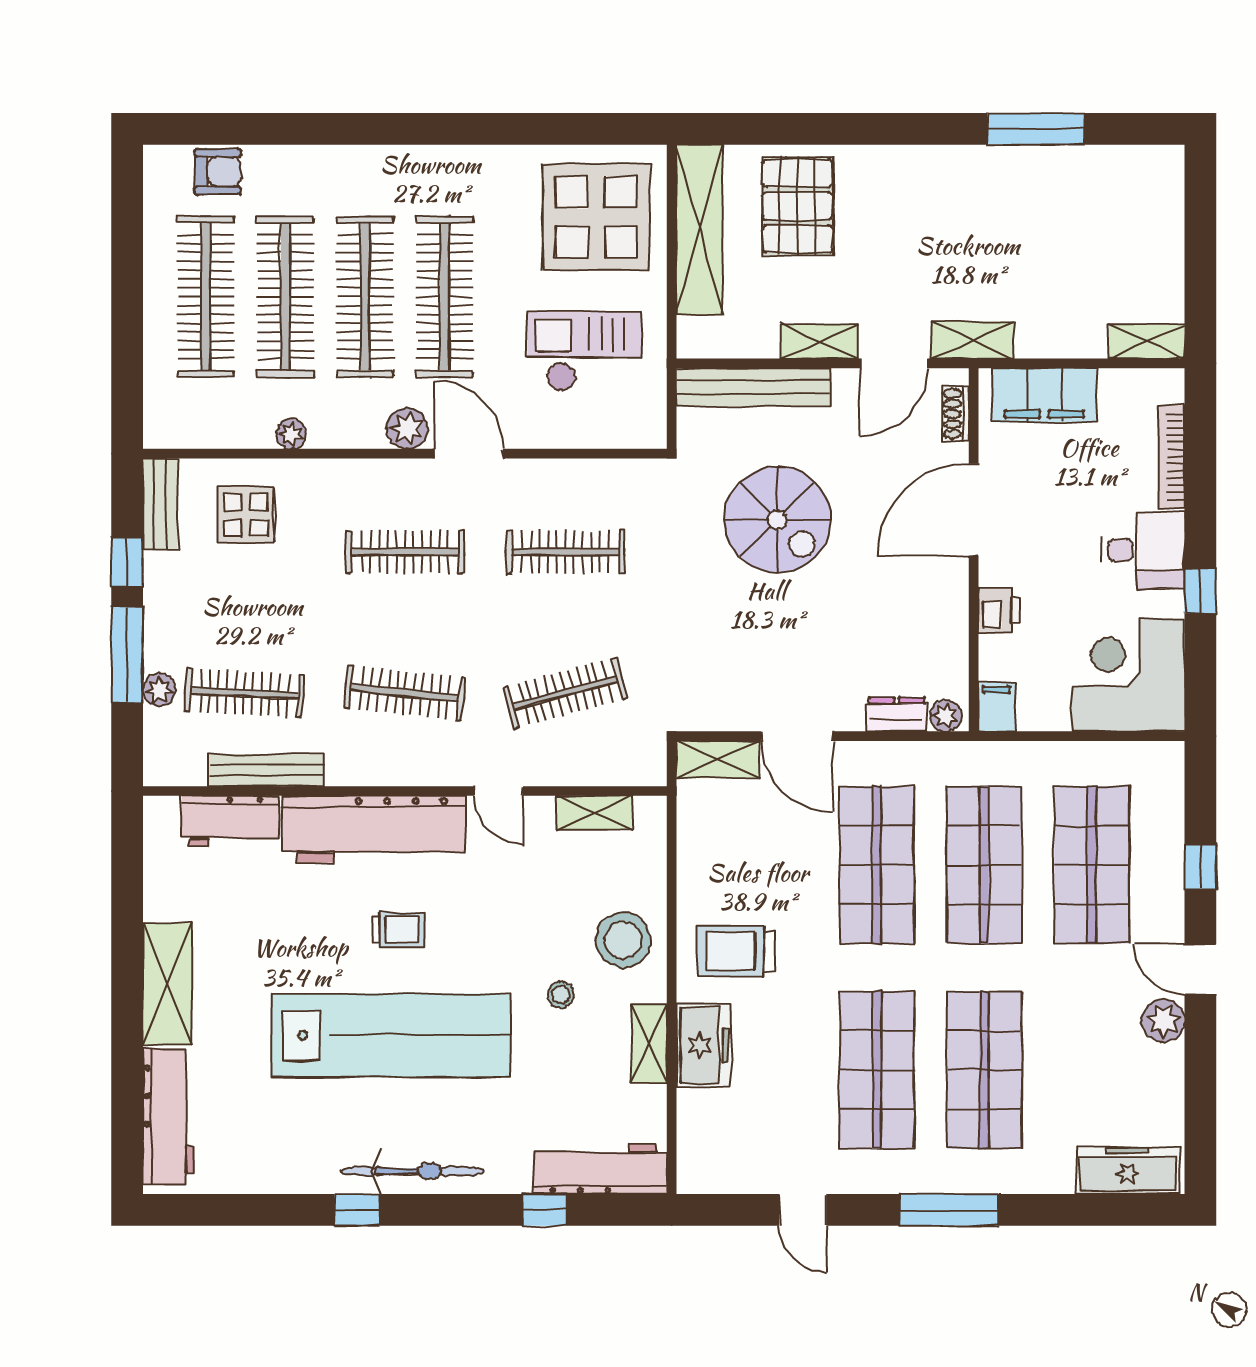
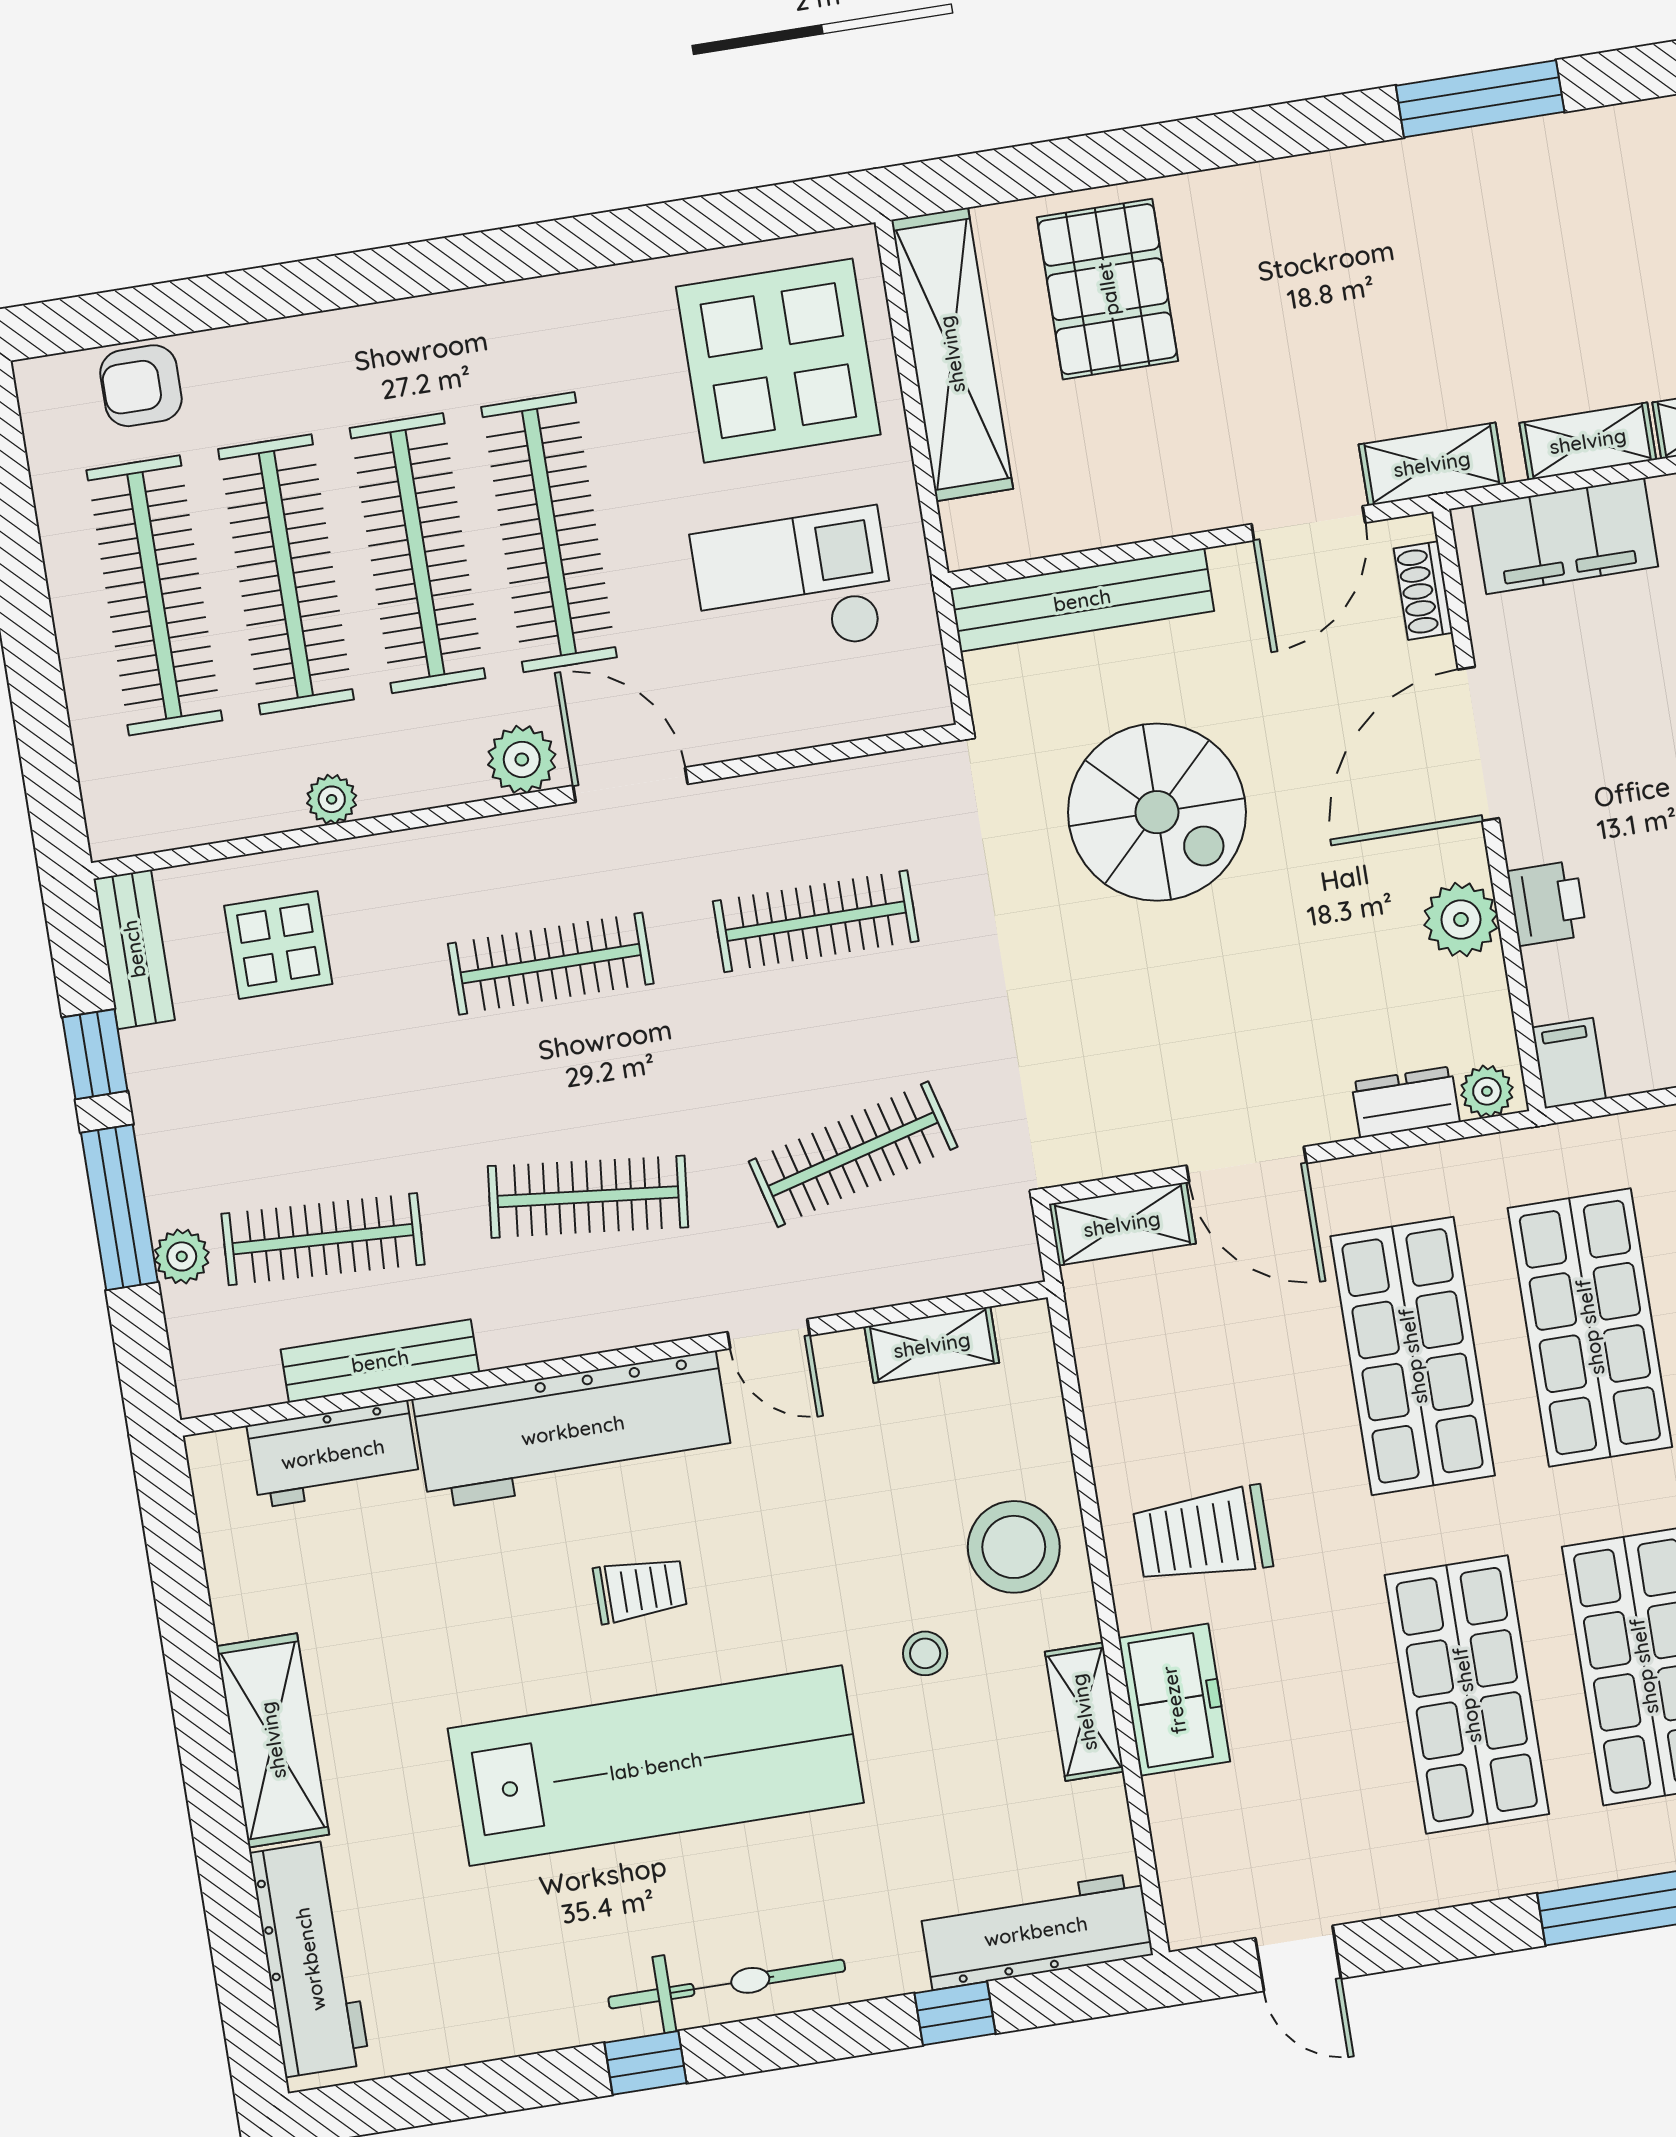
armchair: (218, 172) -> (141, 386), turned 180
shelving: (819, 341) -> (1588, 441), moved
plant: (947, 612) -> (1461, 920), added
door: (803, 1210) -> (1298, 1958), moved

